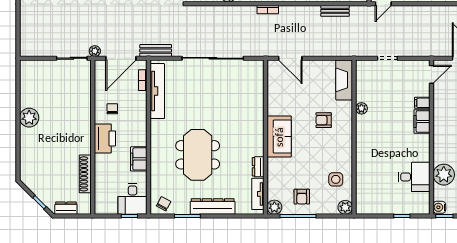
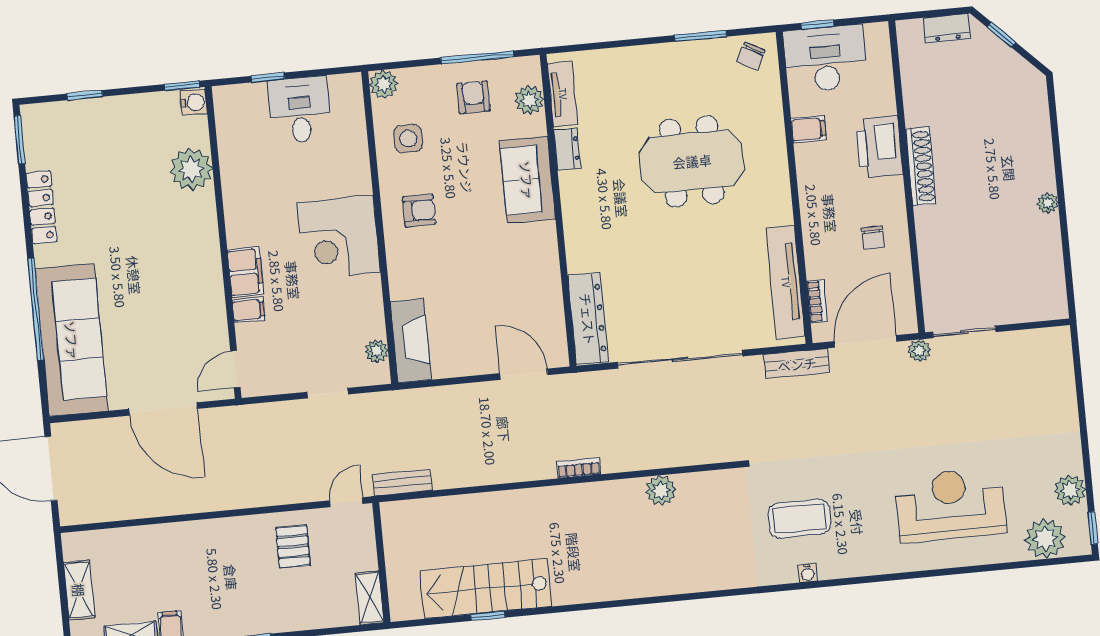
bench: (335, 11) -> (402, 482), moved
plant: (361, 108) -> (376, 351), moved
plant: (29, 118) -> (1048, 203), width x0.53, depth x0.53
armchair: (324, 120) -> (419, 211), moved
corner desk: (375, 134) -> (339, 237), added
sofa: (279, 137) -> (527, 180), moved
printer: (105, 138) -> (879, 147), moved
meeting table: (198, 155) -> (692, 161), turned 90
filing cabinet: (139, 159) -> (808, 129), width x0.50
shoe rack: (85, 174) -> (921, 166), moved
desk: (414, 177) -> (300, 110), moved, turned 90
desk: (133, 199) -> (825, 59), width x1.37
dresser: (213, 206) -> (588, 319), moved, turned -90
plant: (274, 207) -> (529, 100), moved

